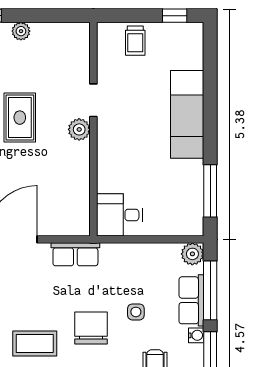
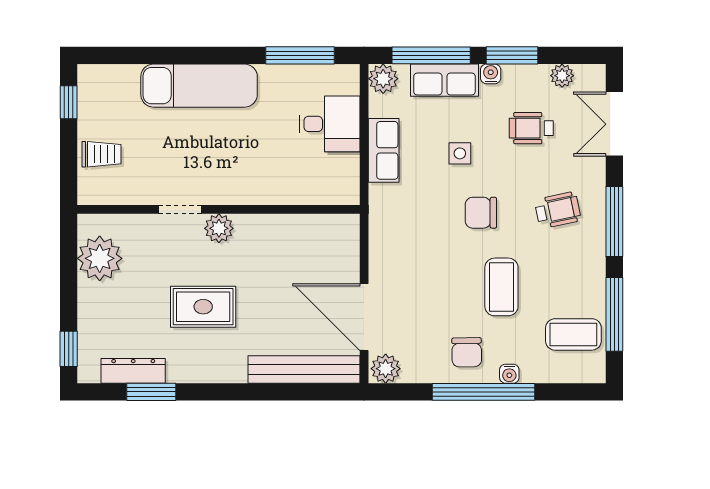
plant: (21, 31) -> (100, 258), moved, width x1.87, depth x1.87
desk: (120, 215) -> (330, 124), moved, turned -90
row of seats: (75, 254) -> (384, 150), moved
chair: (91, 328) -> (481, 213), width x0.73, depth x0.73

